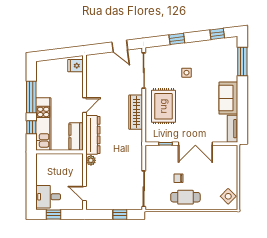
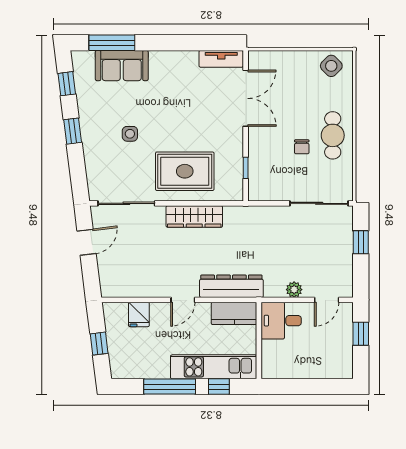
window: (177, 39) -> (73, 131), moved
window: (58, 54) -> (99, 344), added
fridge: (76, 66) -> (139, 314), moved
sofa: (228, 98) -> (122, 66), moved
door: (84, 105) -> (183, 300), swing flipped
double door: (195, 144) -> (246, 98), moved
plant: (91, 160) -> (294, 290), moved
desk: (48, 197) -> (281, 321), moved, turned 90
window: (53, 214) -> (361, 334), moved

